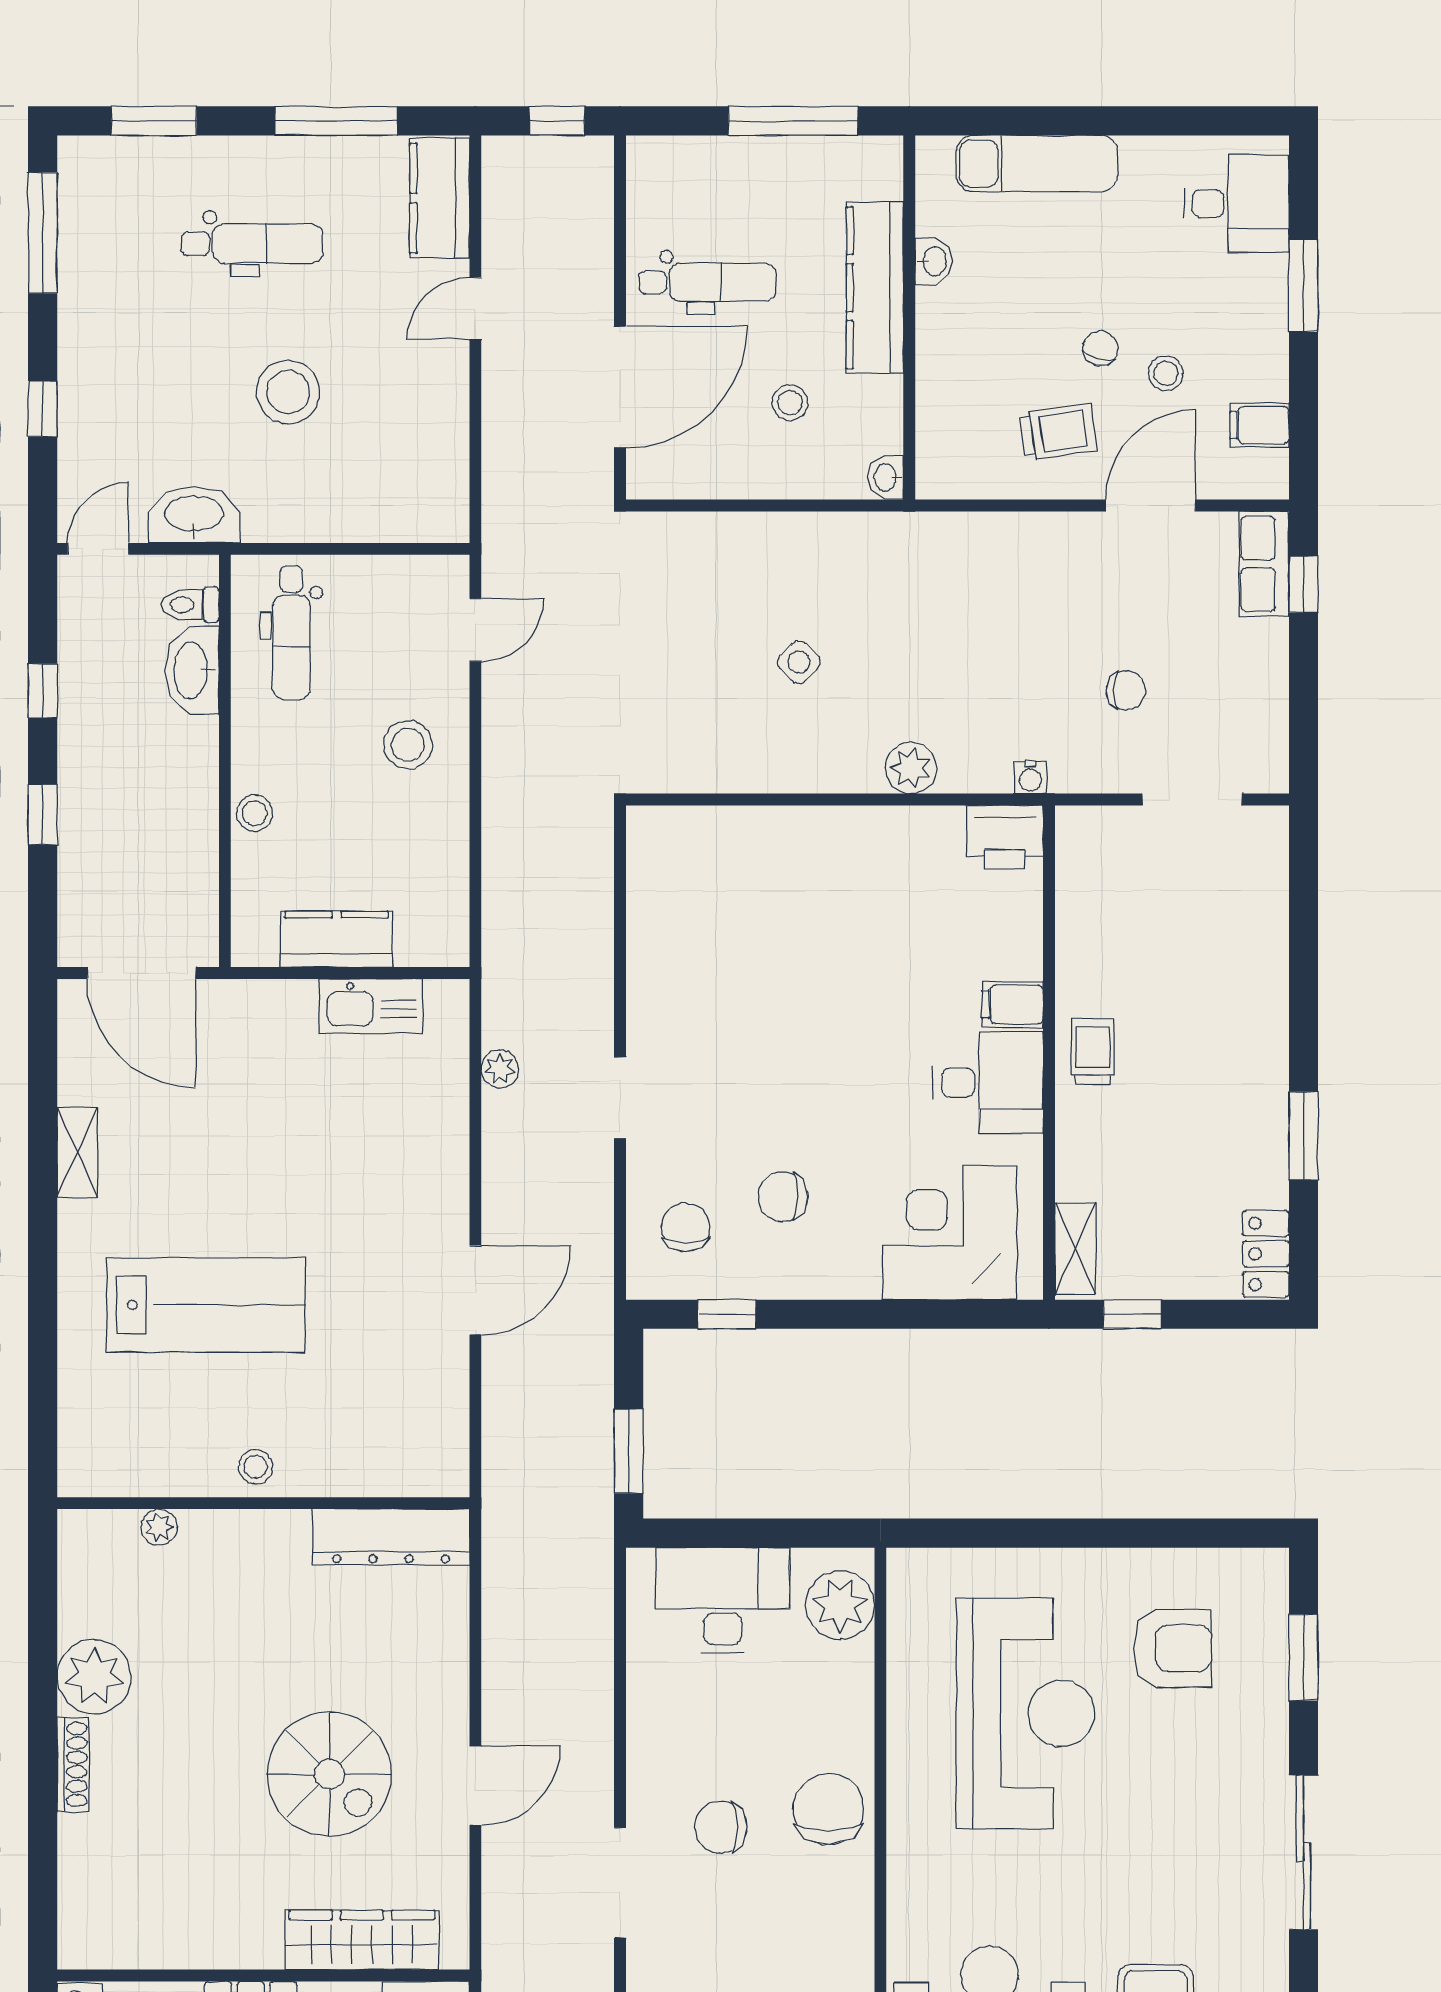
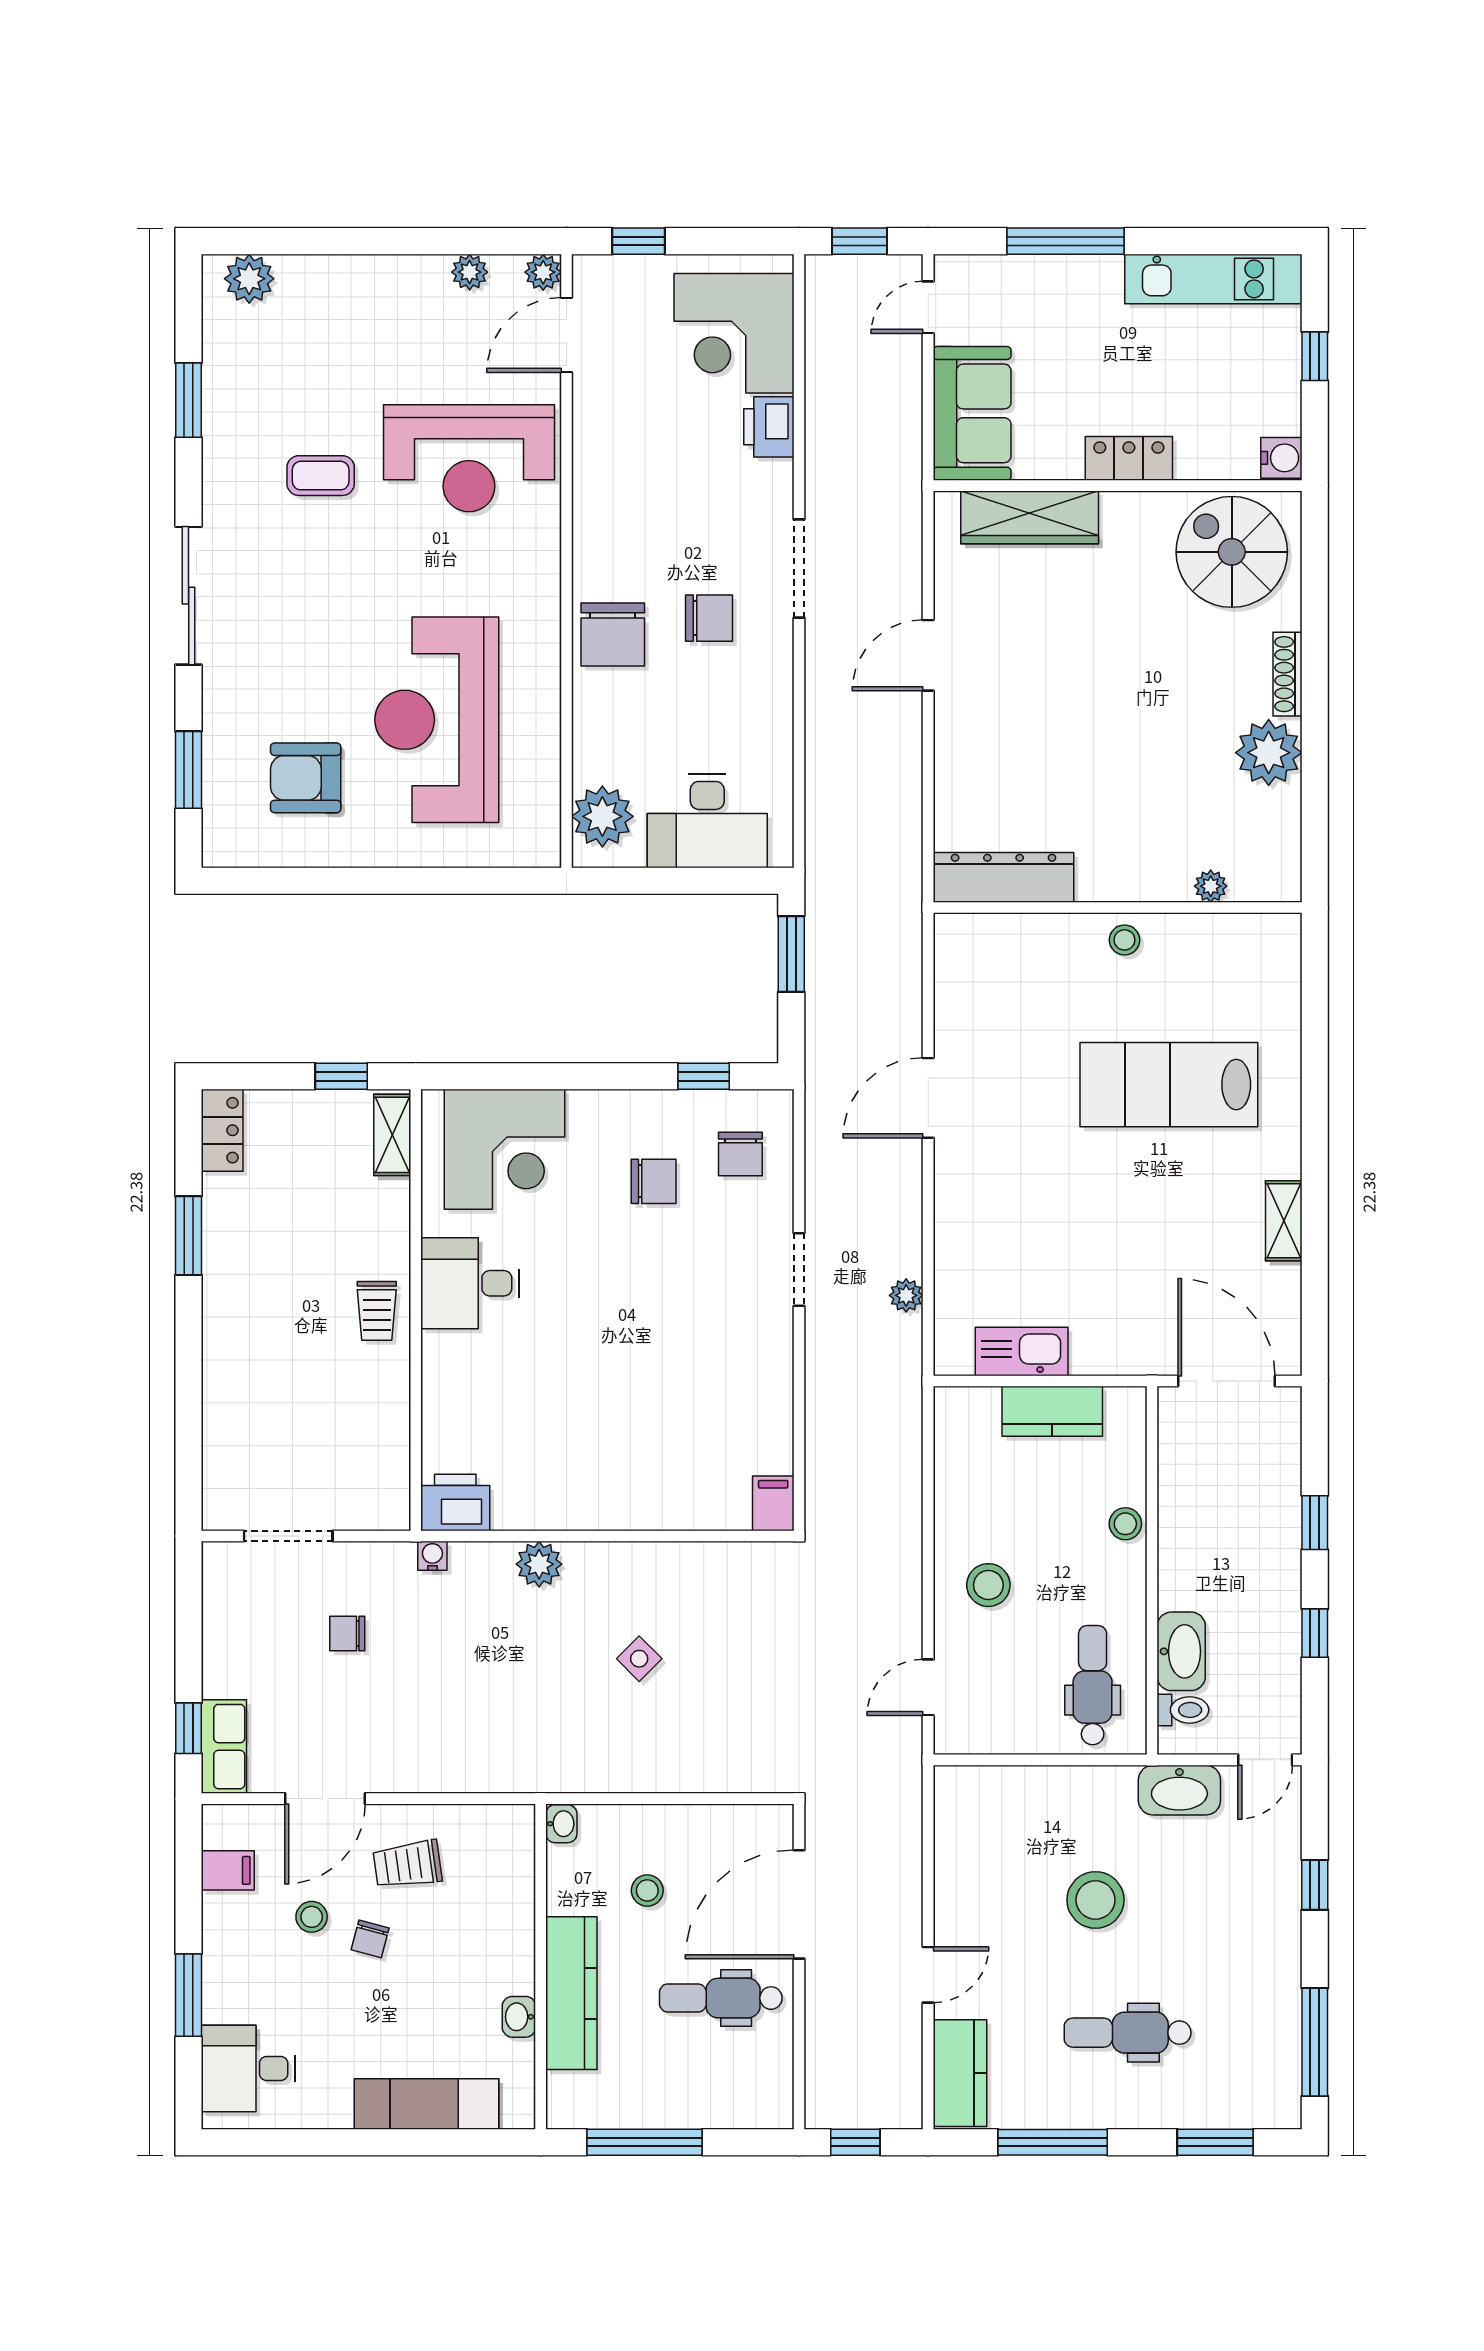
filing cabinet: (1012, 1005) -> (773, 1503), moved, turned -90
spiral stairs: (329, 1774) -> (1232, 552), moved

